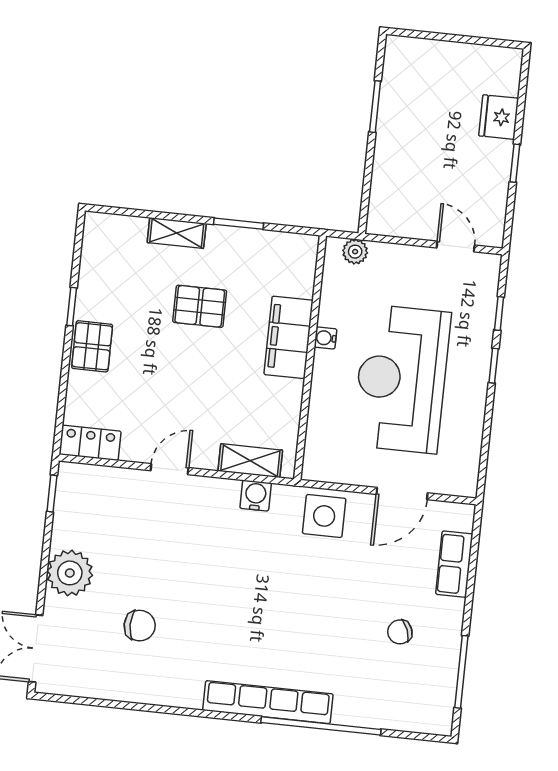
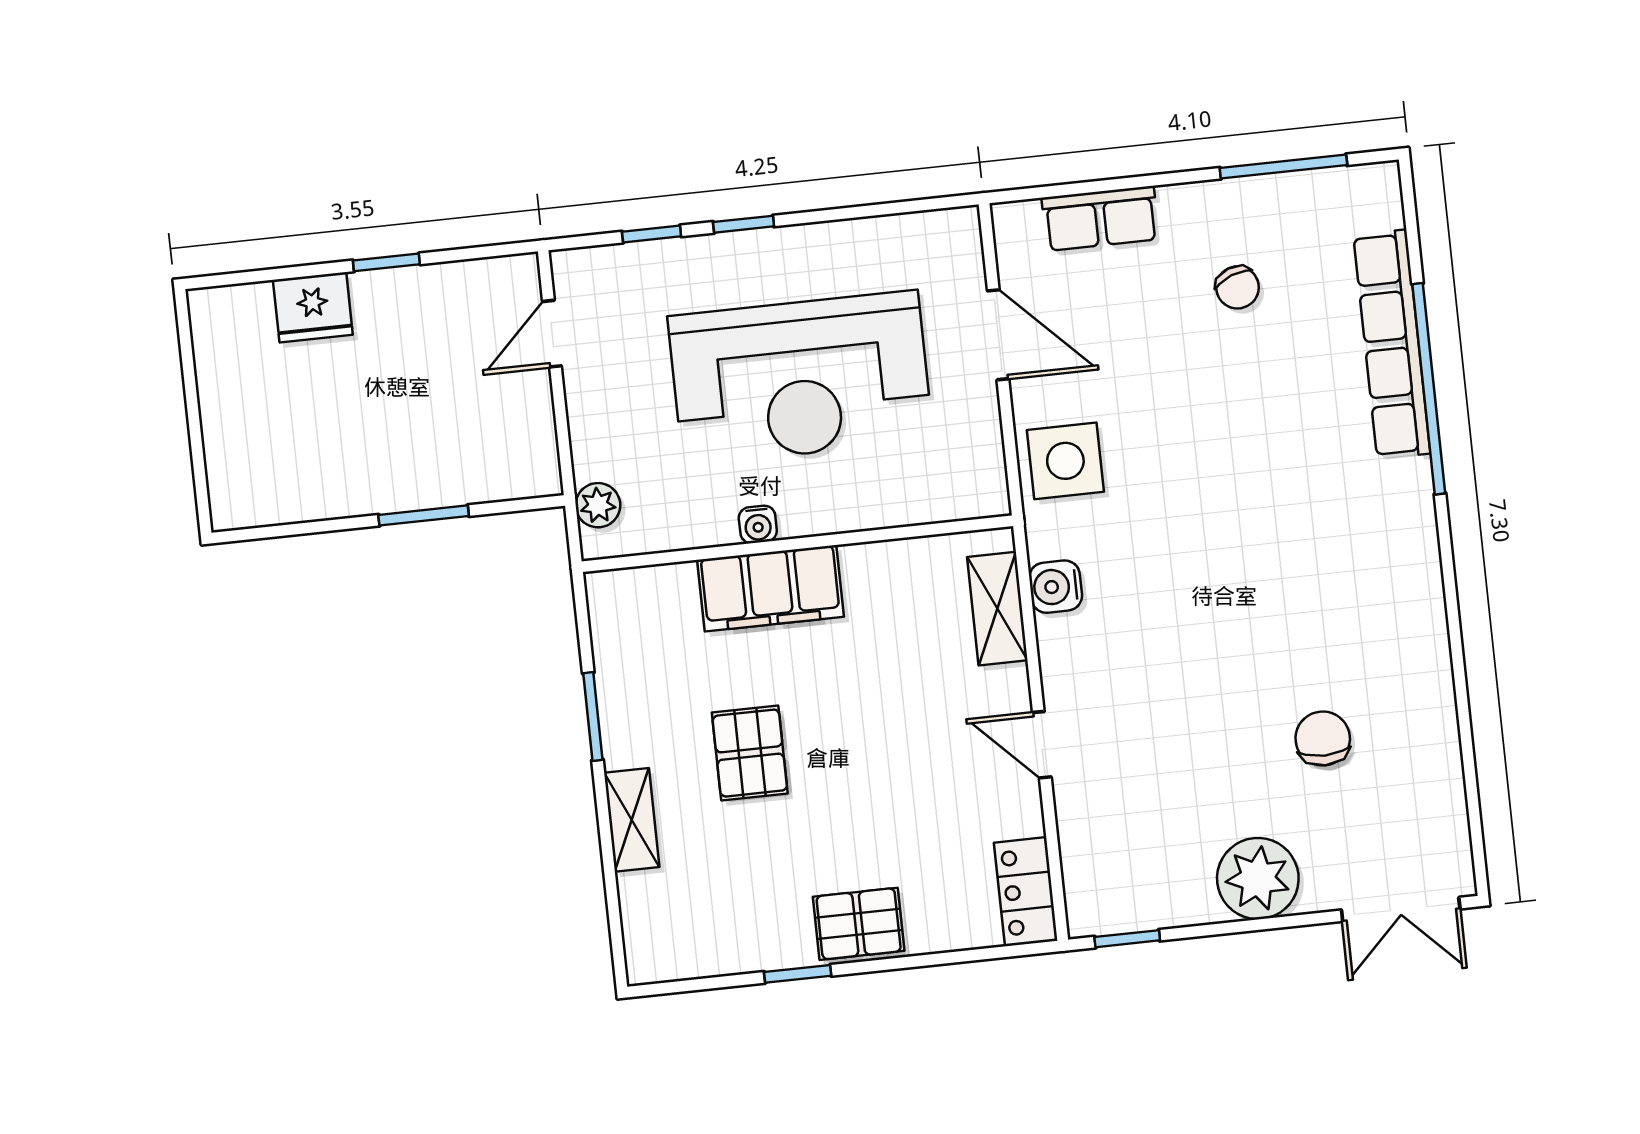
window: (375, 107) -> (424, 515), moved
row of seats: (268, 702) -> (1392, 344), moved

